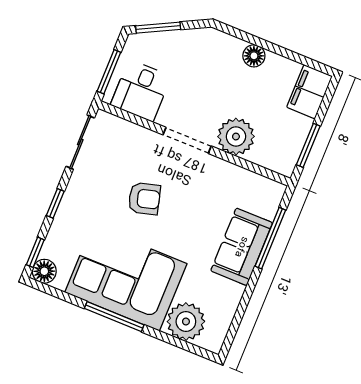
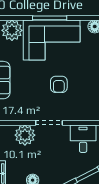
armchair: (144, 199) -> (59, 84), turned -75

